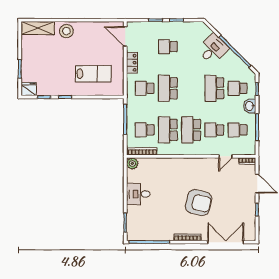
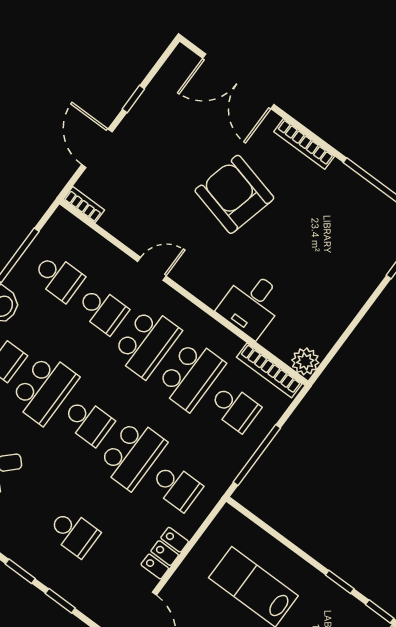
school desk: (191, 88) -> (88, 422), added
door: (225, 156) -> (152, 269), moved
desk: (138, 194) -> (252, 304), moved, turned 90

